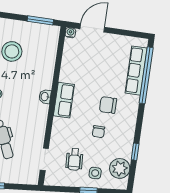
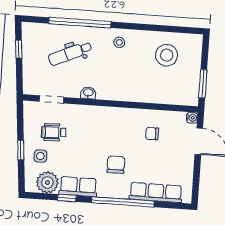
window: (146, 75) -> (123, 202), moved
washbasin: (45, 97) -> (88, 93), moved
row of seats: (64, 100) -> (78, 187), moved, turned 180
chair: (98, 132) -> (152, 134), moved

